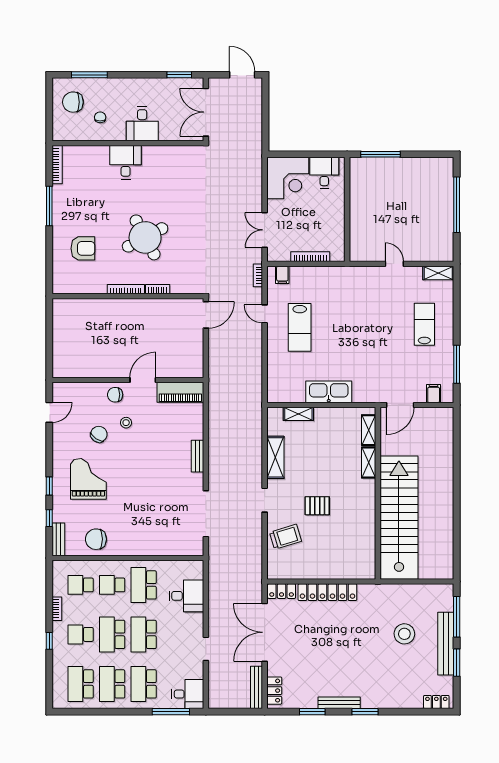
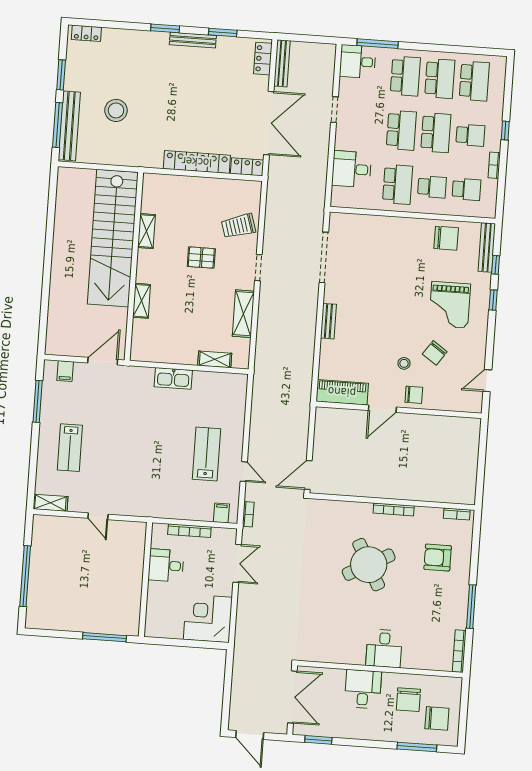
chair: (100, 117) -> (408, 700), width x1.87, depth x1.87
desk: (324, 173) -> (166, 565), moved, turned 90
bookcase: (158, 289) -> (457, 514), moved
kitchen sink: (329, 392) -> (173, 378), width x0.73, depth x0.81
shelving: (369, 430) -> (147, 231), moved
bench: (58, 539) -> (487, 247), width x1.36
bench: (446, 644) -> (69, 126), moved

